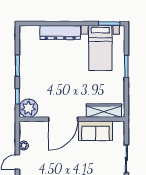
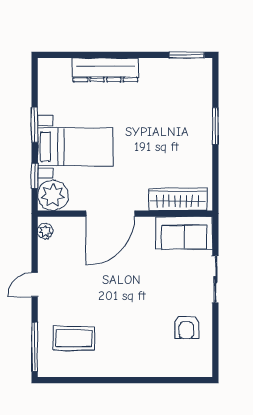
bed with nightstands: (100, 48) -> (75, 147), moved, turned -90
sofa: (95, 131) -> (184, 233), moved
plant: (24, 146) -> (45, 231), moved

